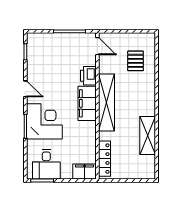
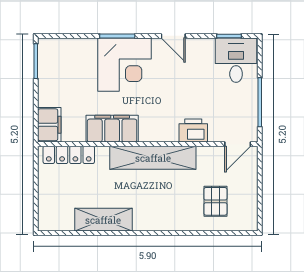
pallet: (135, 61) -> (215, 201), turned 90
door: (25, 89) -> (173, 36), hinge flipped
filing cabinet: (87, 103) -> (112, 129), moved
desk: (46, 164) -> (236, 60), moved, turned 90

